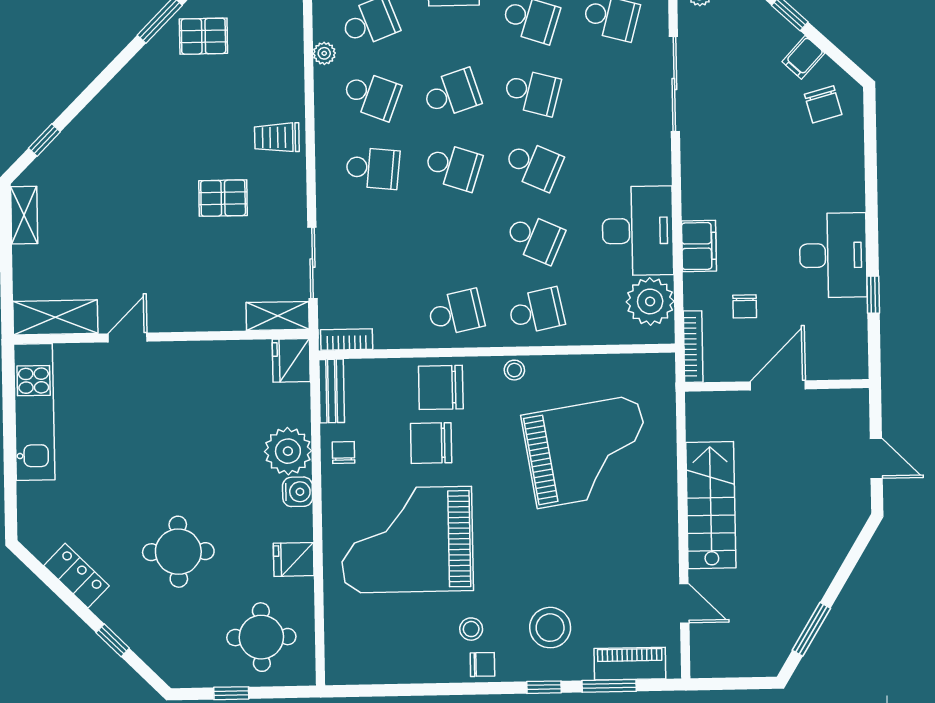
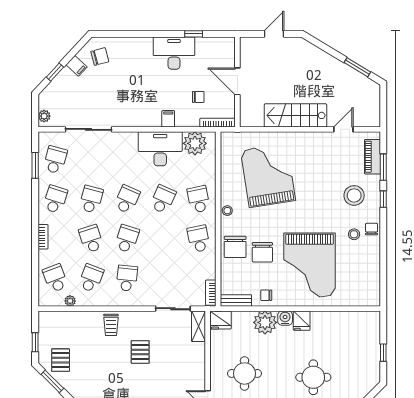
filing cabinet: (699, 246) -> (168, 119), width x0.50
fridge: (294, 559) -> (302, 321), moved
round table: (261, 637) -> (244, 373), moved

